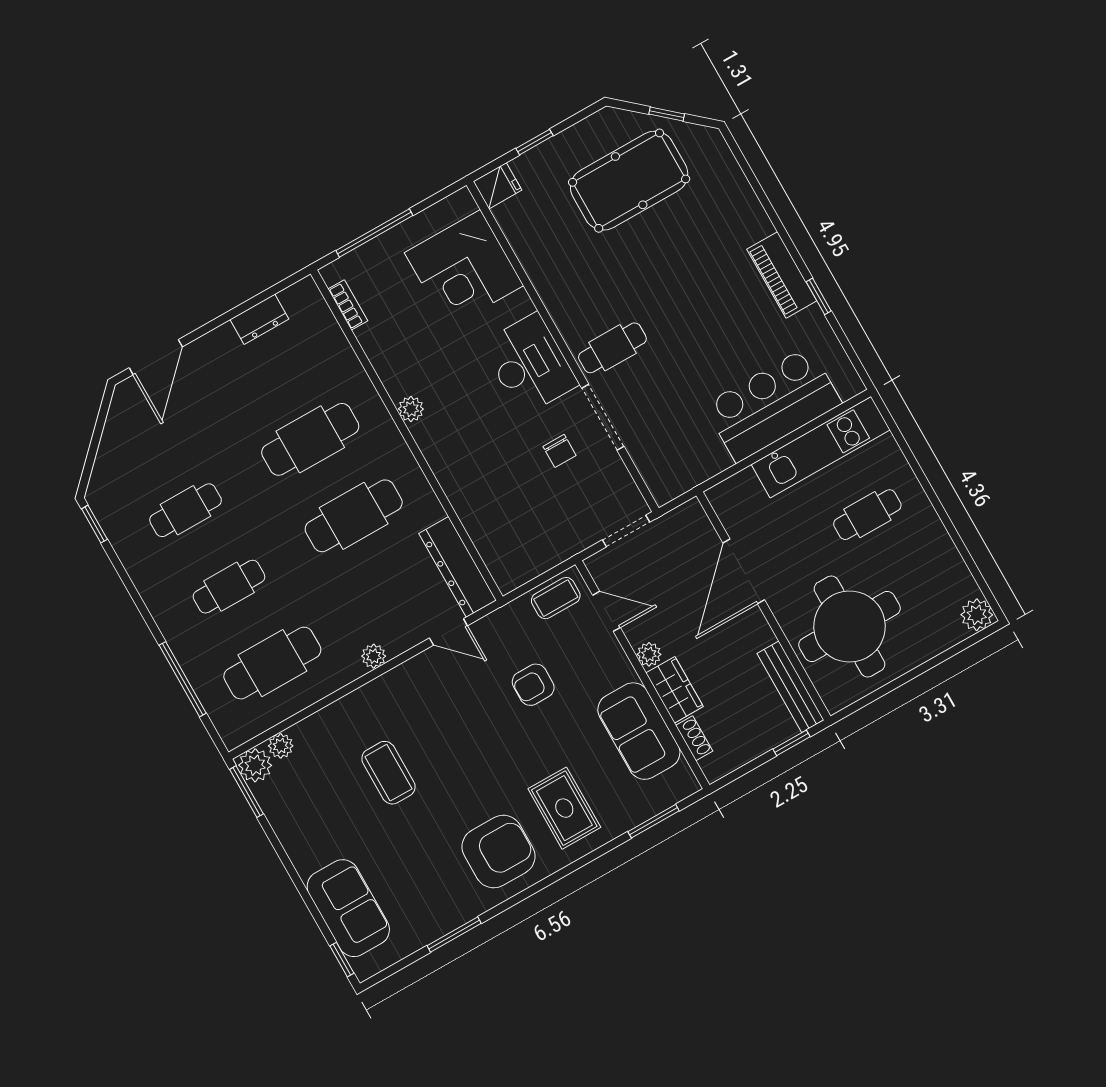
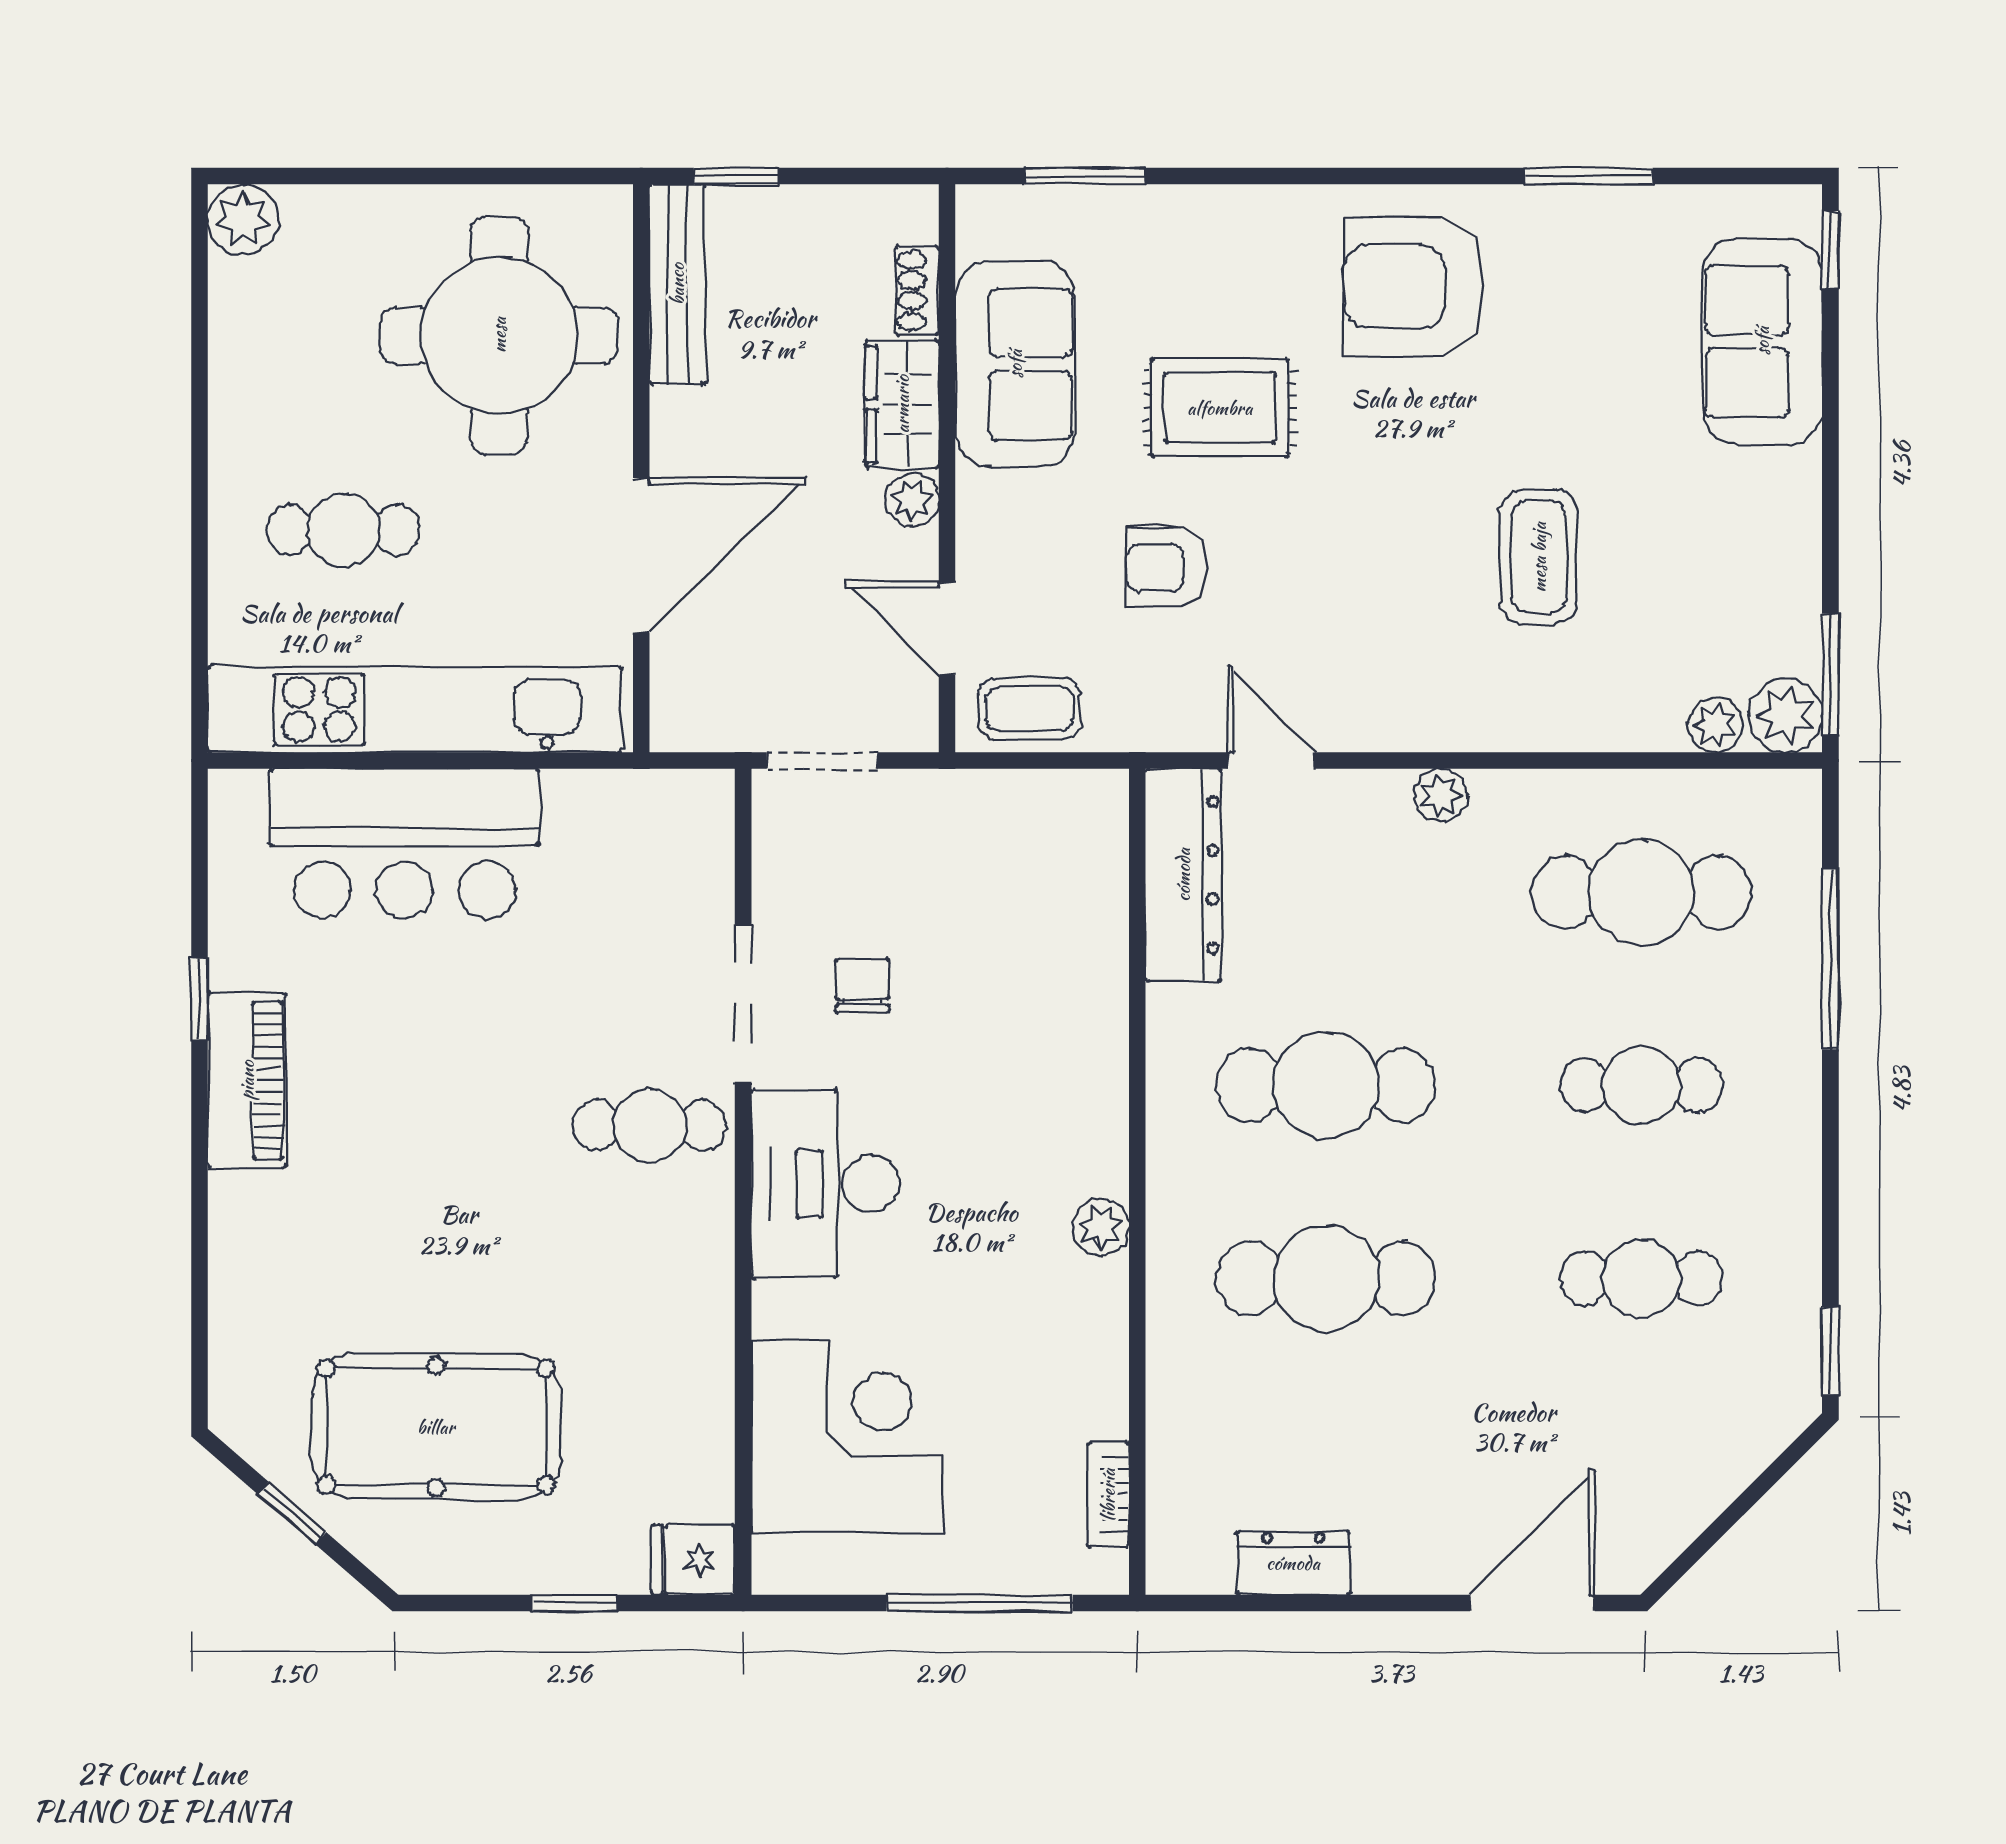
kitchen unit: (821, 447) -> (415, 710), width x1.36
armchair: (533, 685) -> (1167, 568), turned 180
rug: (564, 808) -> (1220, 408), moved, turned 90

